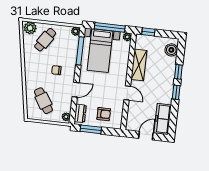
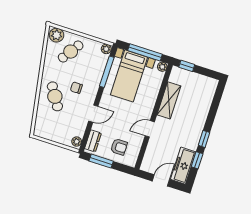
boiler: (171, 50) -> (208, 91), removed
window: (178, 72) -> (197, 160), moved
door: (127, 93) -> (150, 129), swing flipped
cafe table: (43, 101) -> (55, 96), moved

